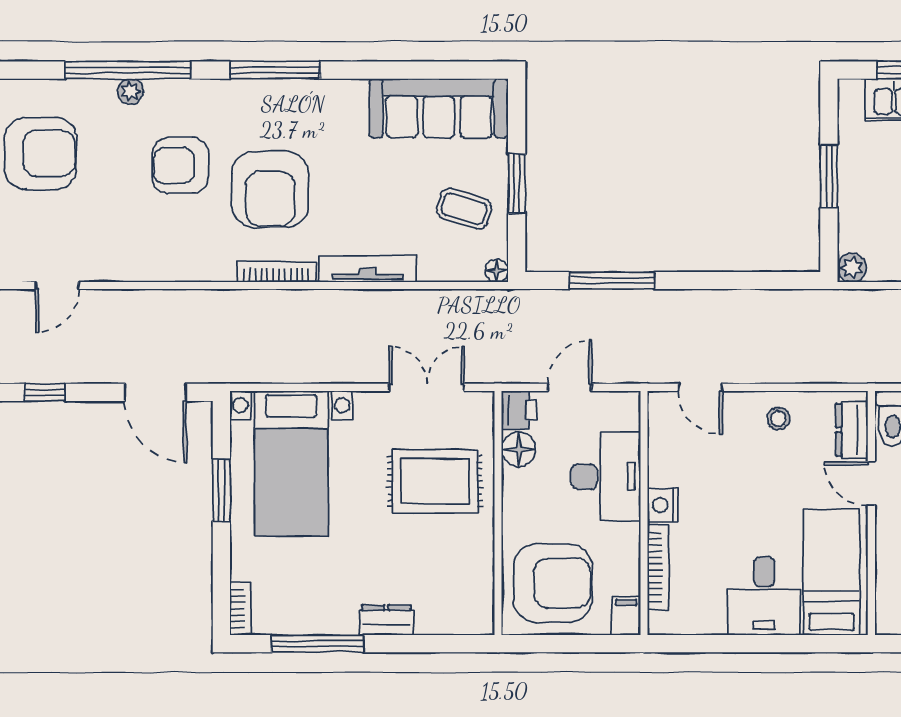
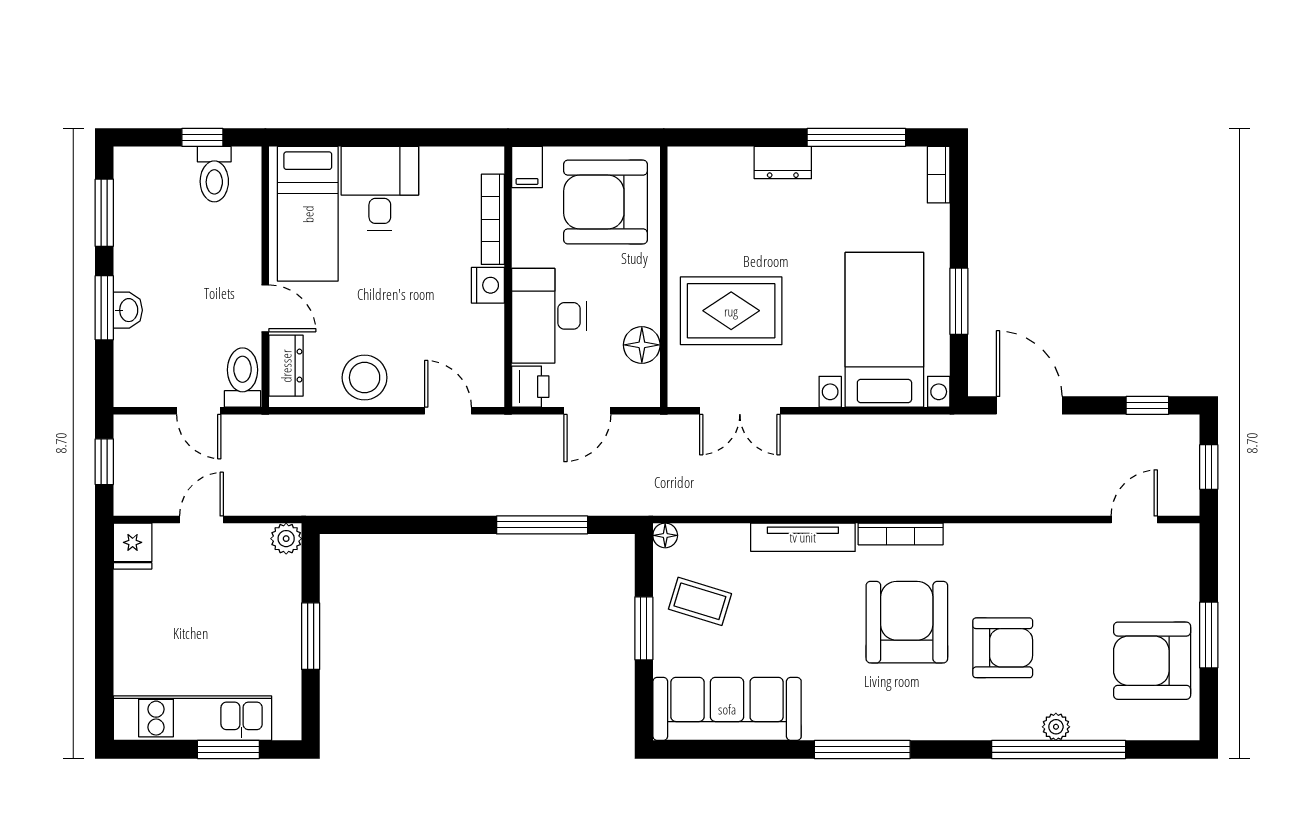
window: (275, 70) -> (862, 749), moved
printer: (519, 410) -> (530, 387), moved, turned 180
stool: (778, 419) -> (365, 378), width x1.89, depth x1.89

